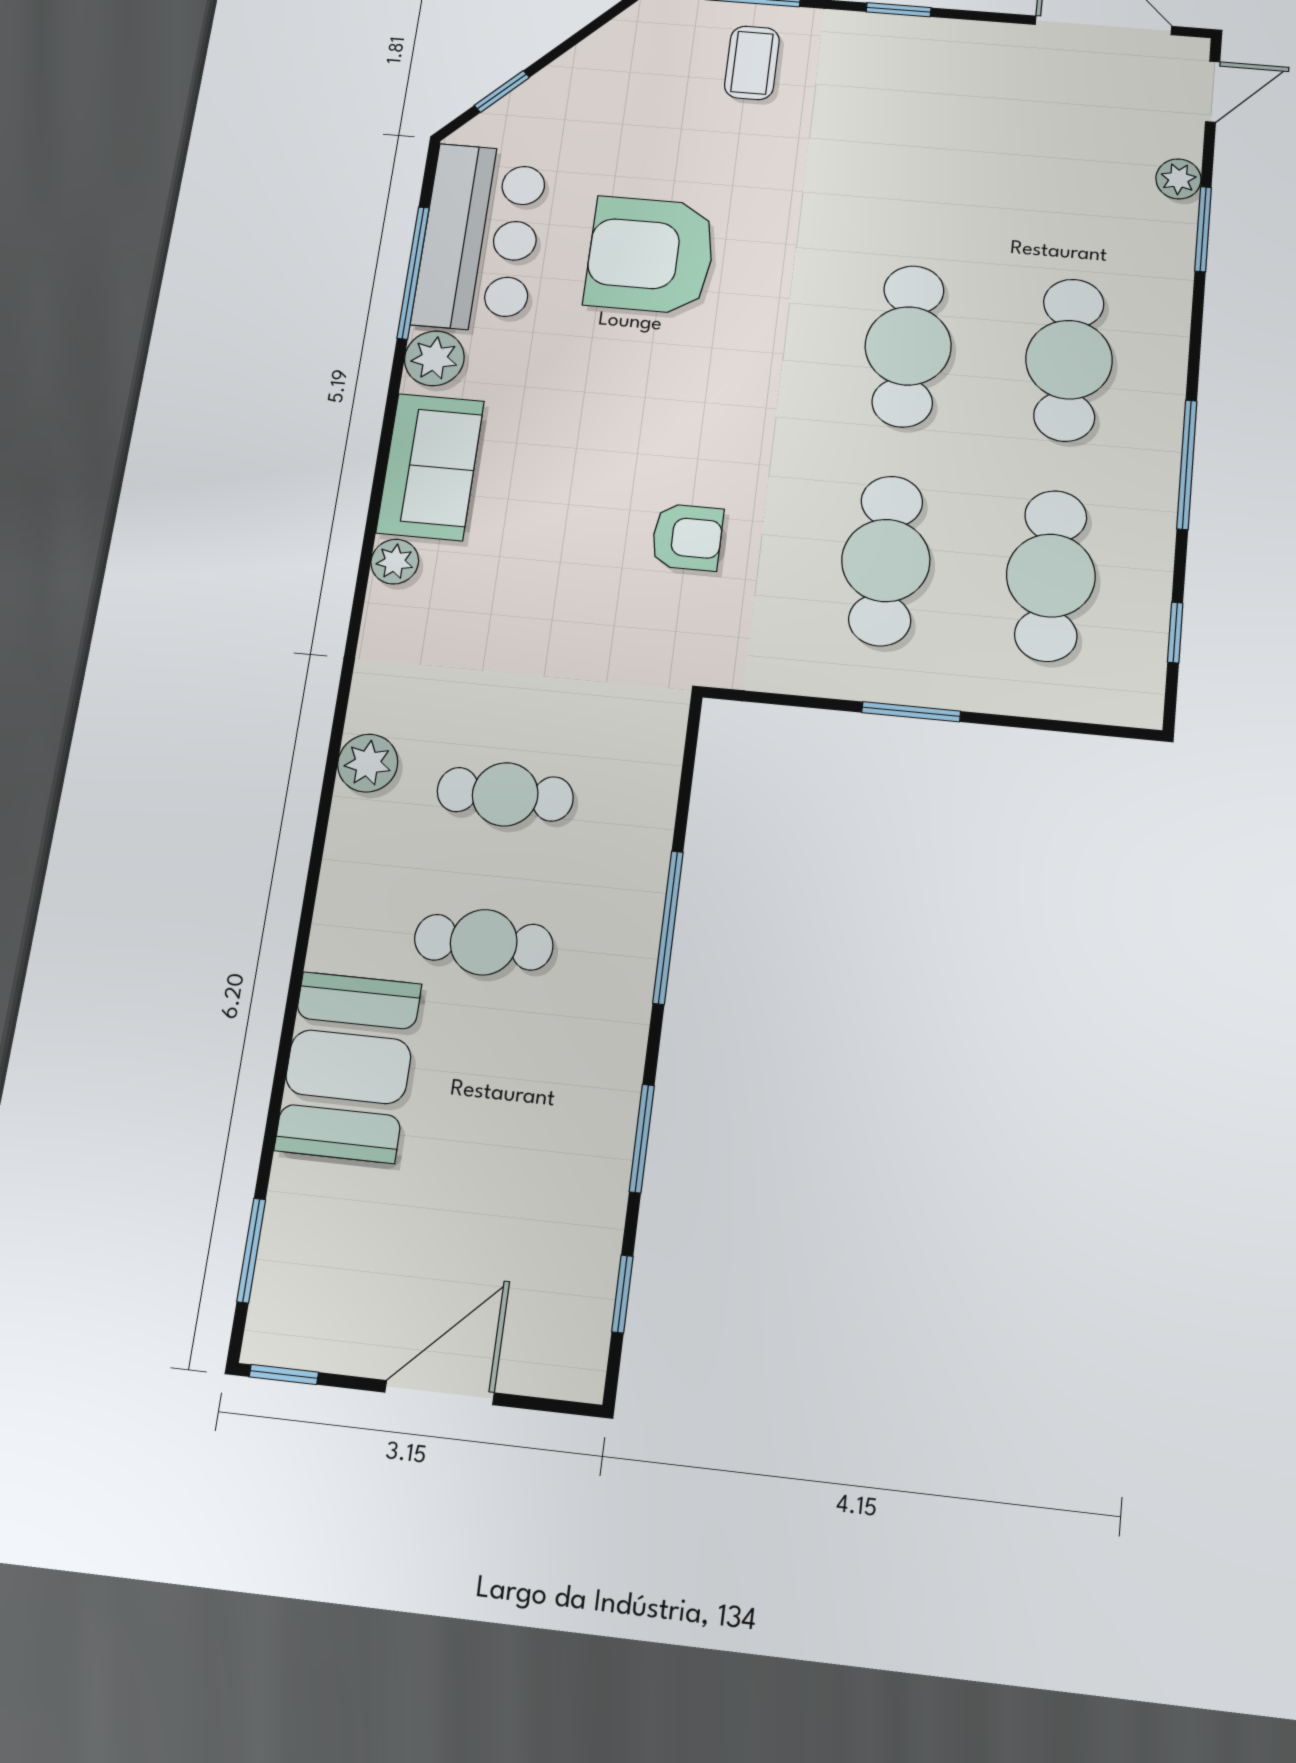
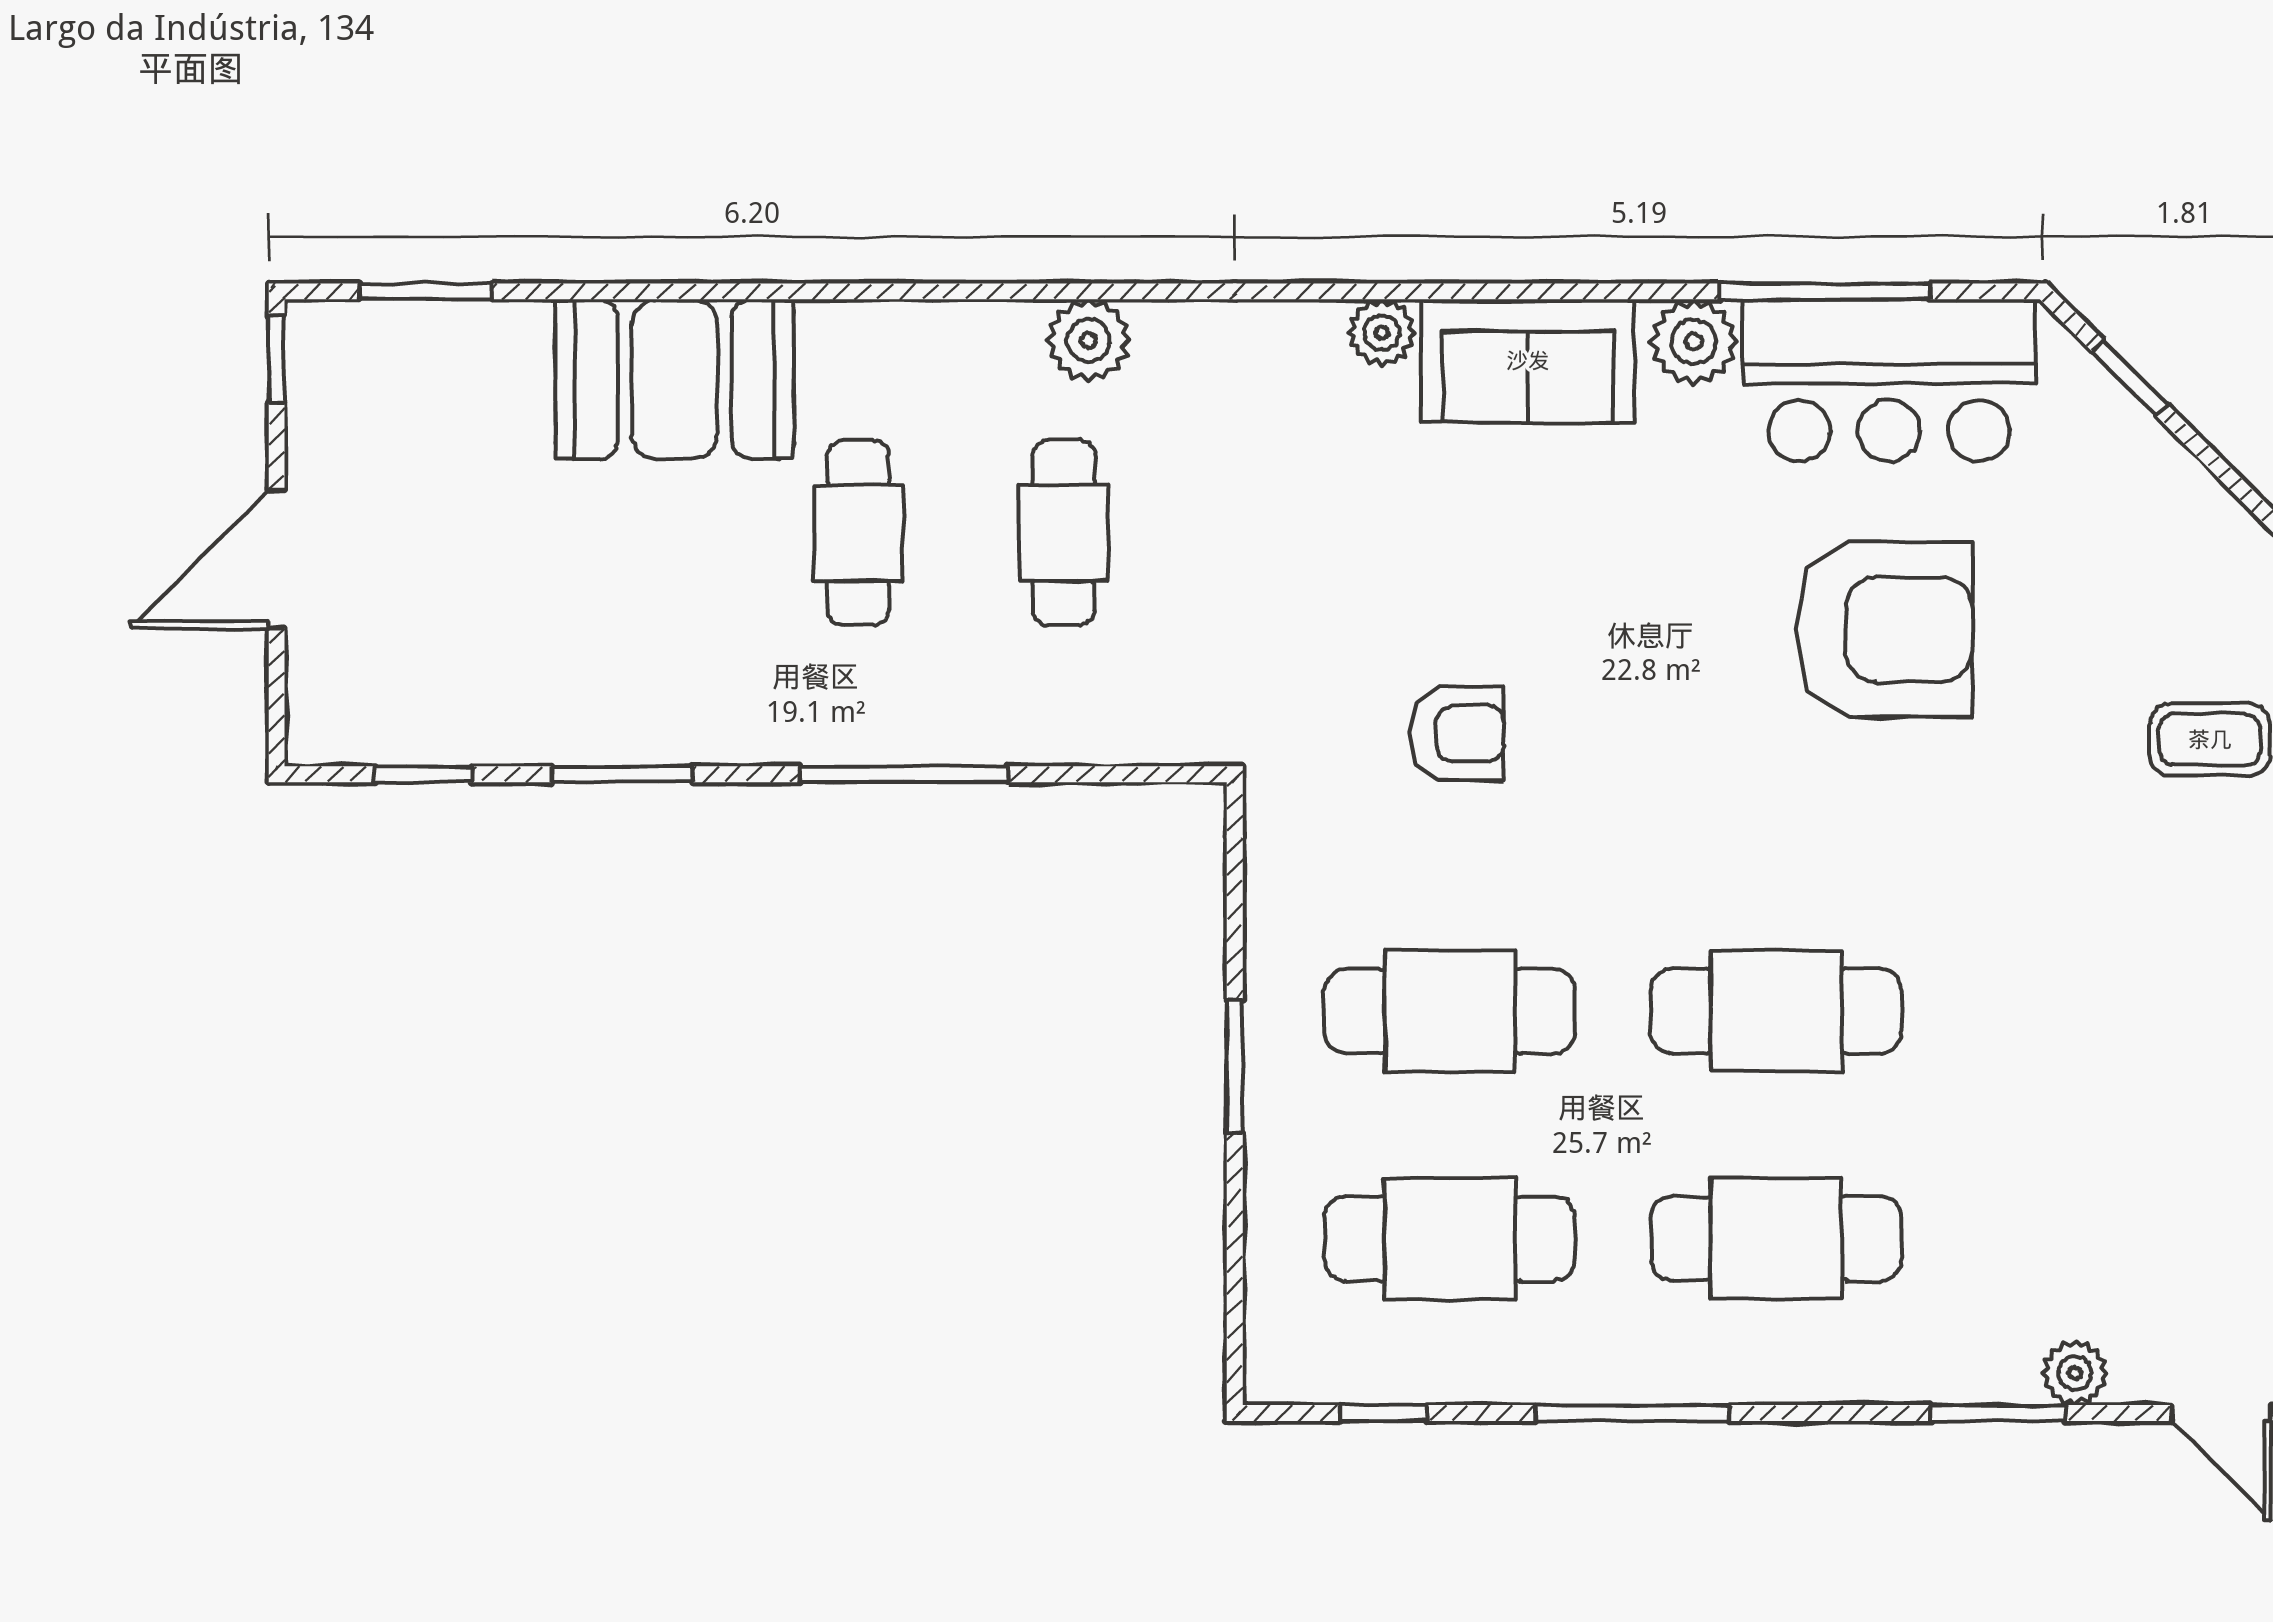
armchair: (651, 255) -> (1884, 629), turned 90
armchair: (687, 537) -> (1457, 734), turned -90
door: (440, 1393) -> (277, 560), swing flipped

